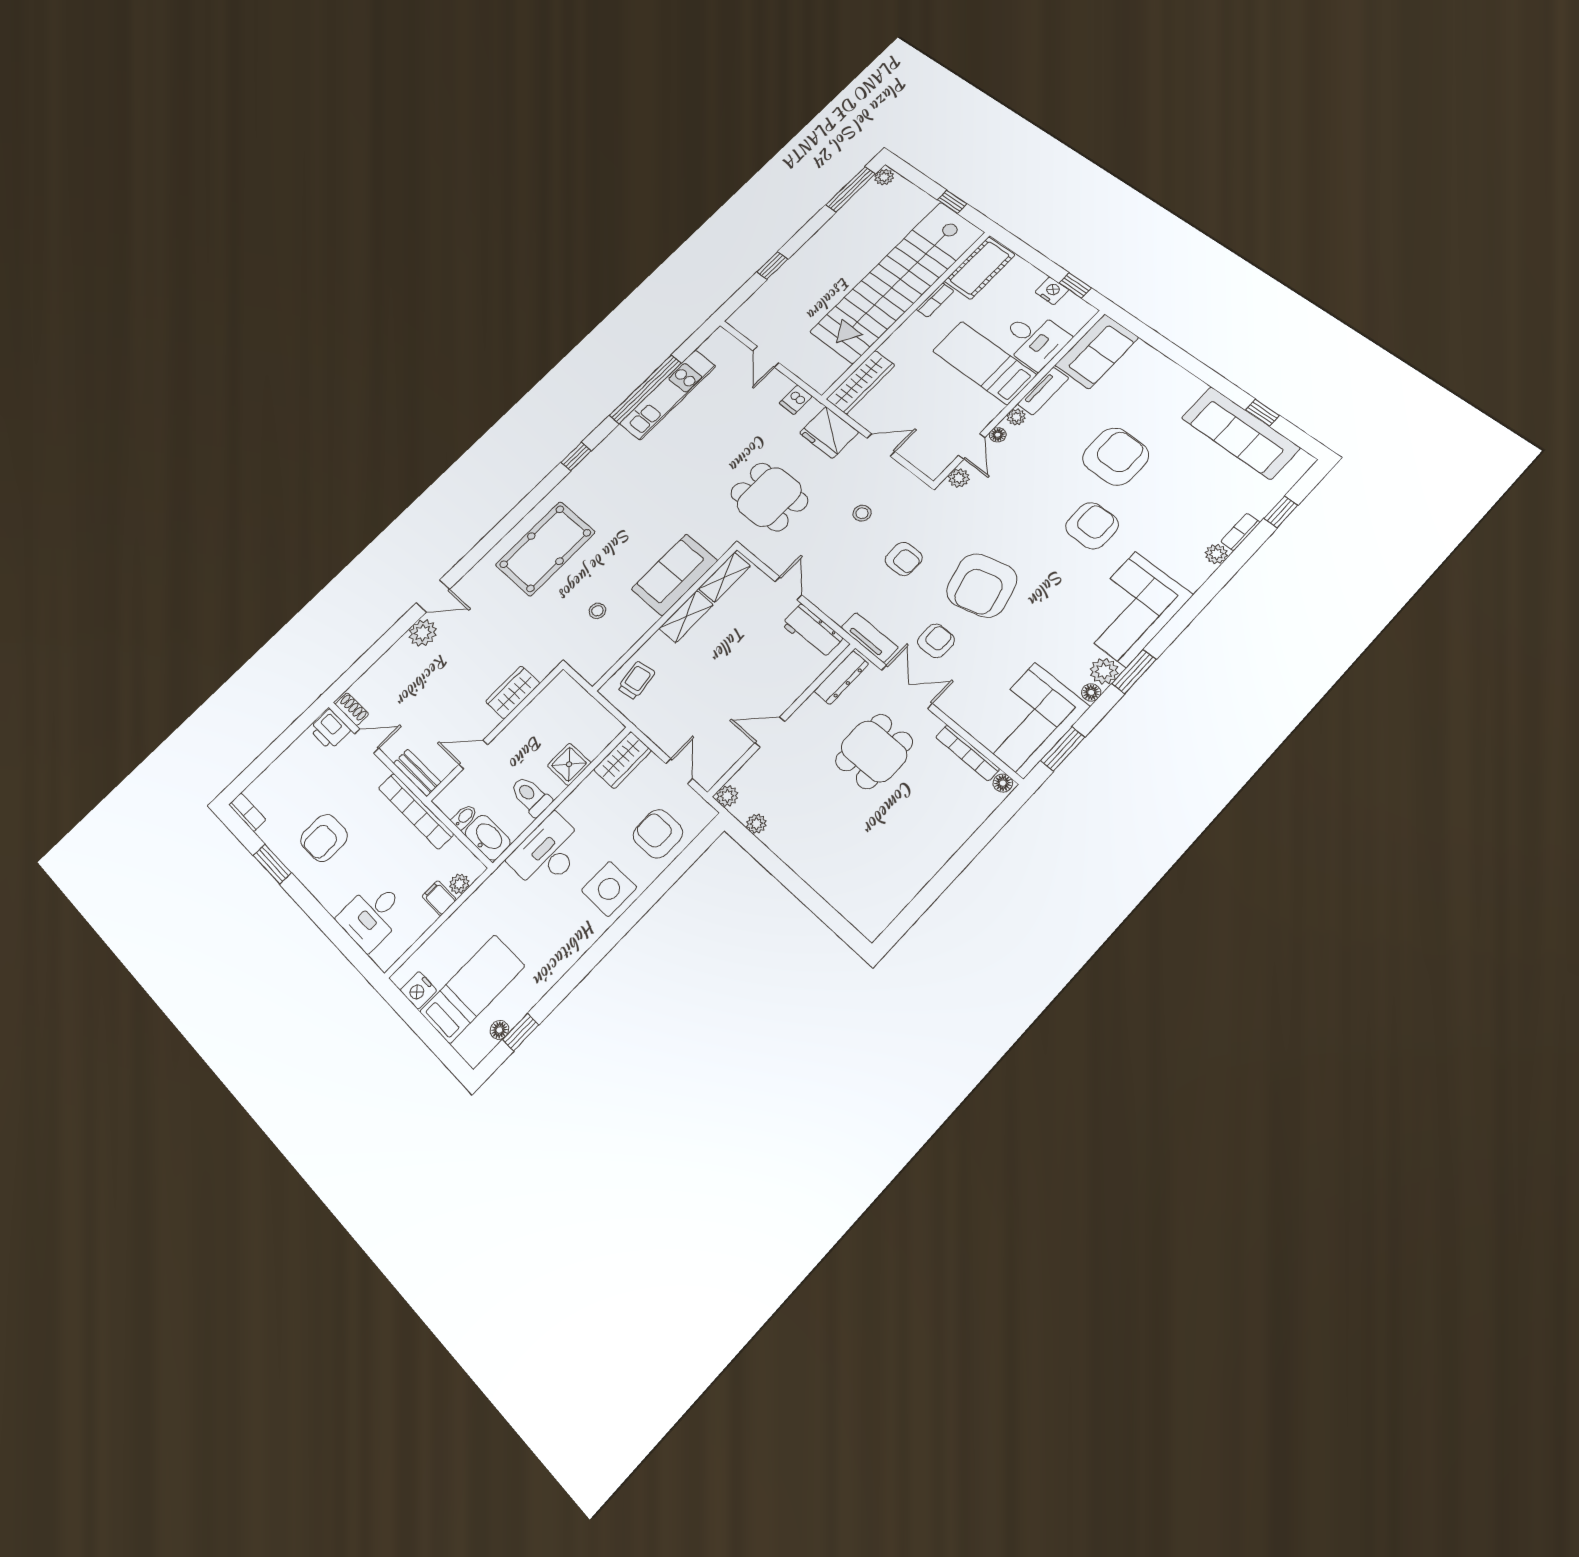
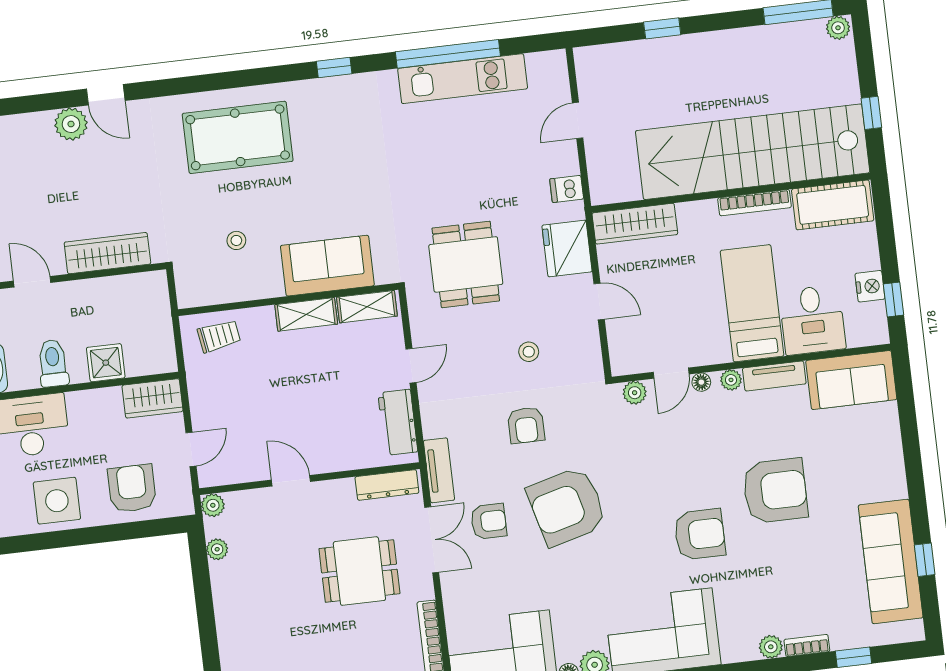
bookcase: (935, 300) -> (755, 203), width x1.56
wardrobe: (513, 692) -> (107, 253), width x1.50

